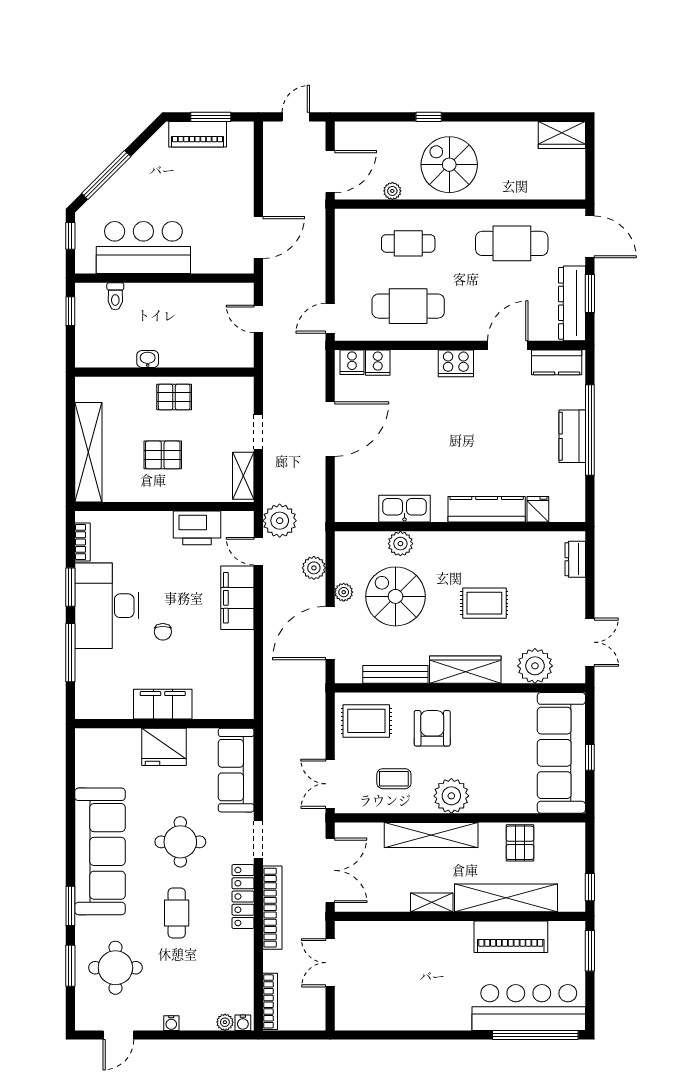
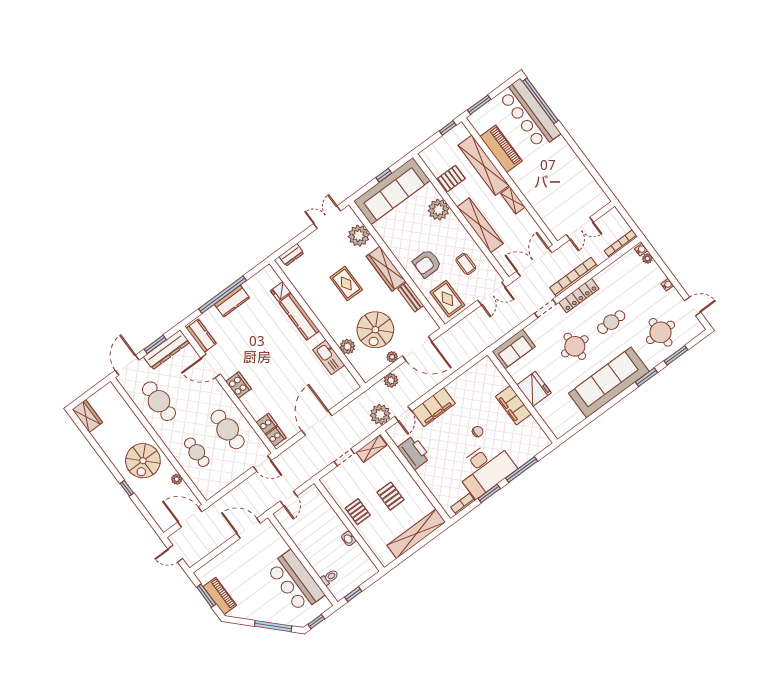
door: (330, 429) -> (317, 423), hinge flipped
bench: (395, 674) -> (411, 297), width x0.73
sofa: (236, 770) -> (514, 349), width x0.73
plant: (451, 796) -> (439, 210), moved

